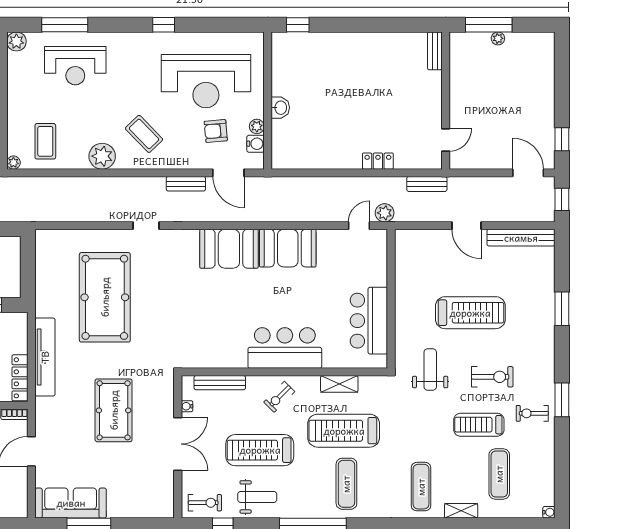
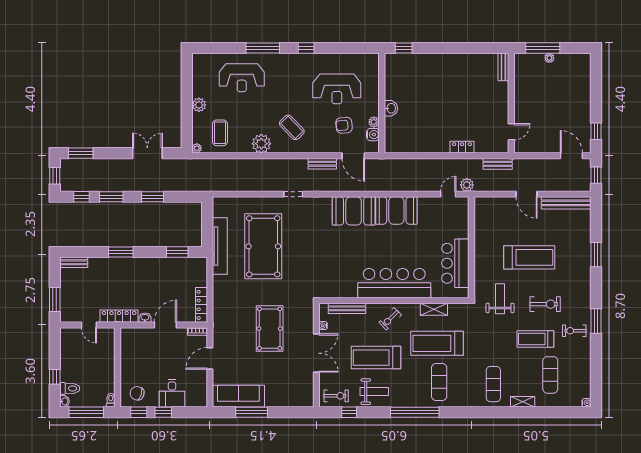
window: (65, 25) -> (263, 48), moved
plant: (16, 41) -> (199, 105), moved
reception desk: (206, 81) -> (337, 89), width x0.74, depth x0.77
bar counter: (285, 348) -> (394, 283), width x1.36
tv unit: (45, 357) -> (220, 246), moved

